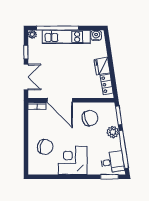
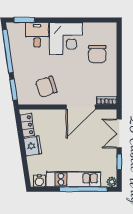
door: (60, 100) -> (81, 107), swing flipped
plant: (113, 132) -> (20, 71), removed
chair: (45, 147) -> (97, 54), turned -103
desk: (112, 162) -> (37, 35), moved, turned 99

